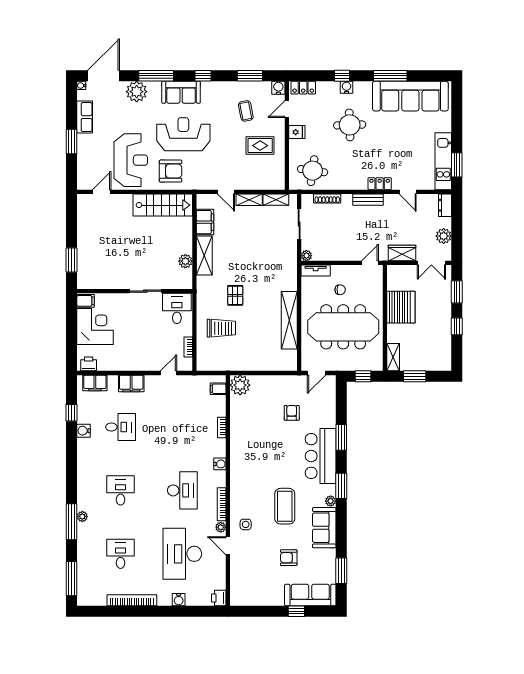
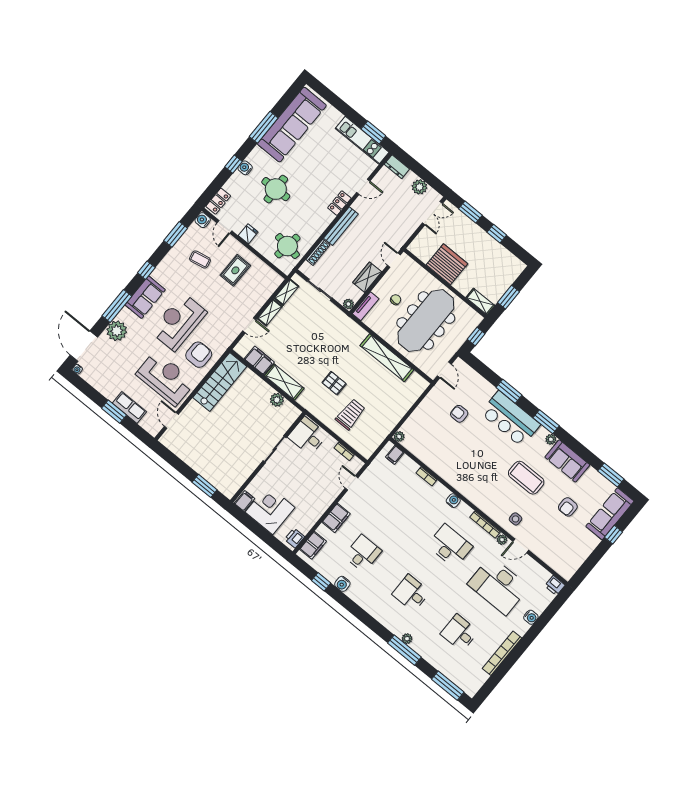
row of seats: (85, 117) -> (129, 407), moved
bench: (368, 200) -> (341, 226), width x1.36
wardrobe: (402, 253) -> (367, 277), moved
plant: (240, 385) -> (399, 436), width x0.53, depth x0.53

